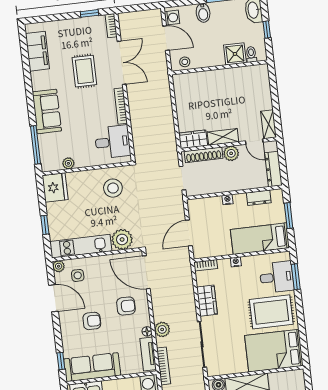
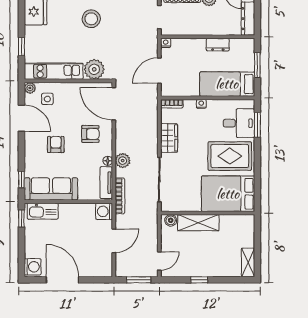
dresser: (259, 198) -> (218, 45), moved
nightstand: (227, 200) -> (166, 43), moved
armchair: (92, 321) -> (56, 144), turned -90

